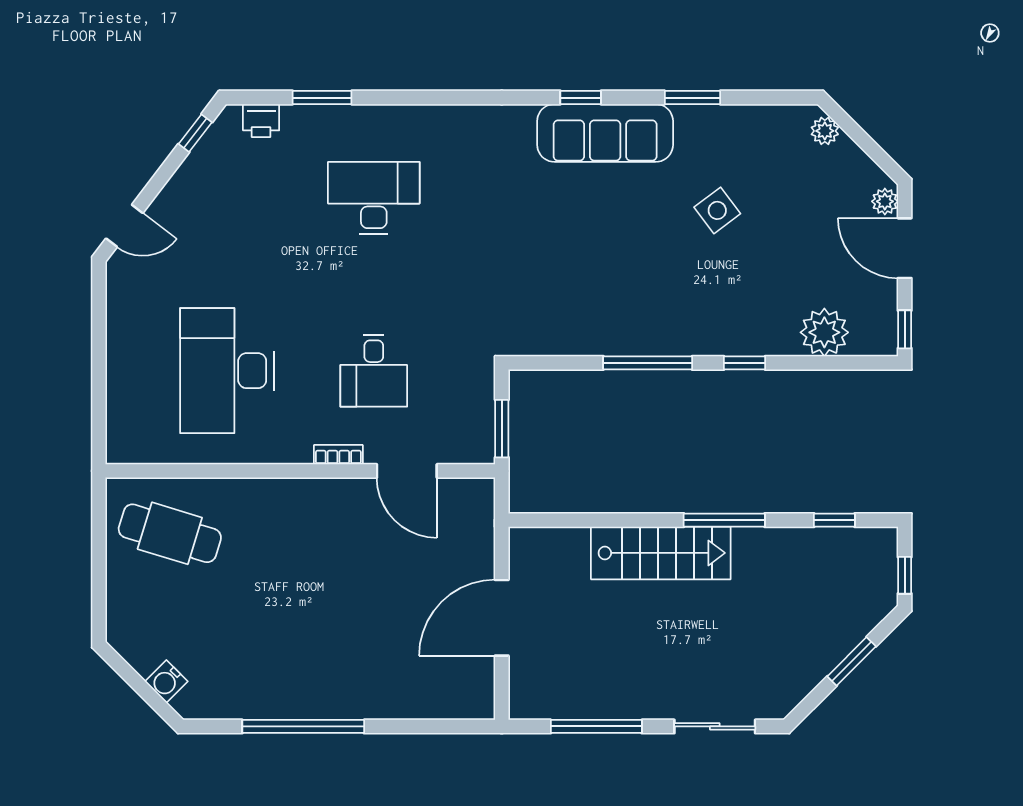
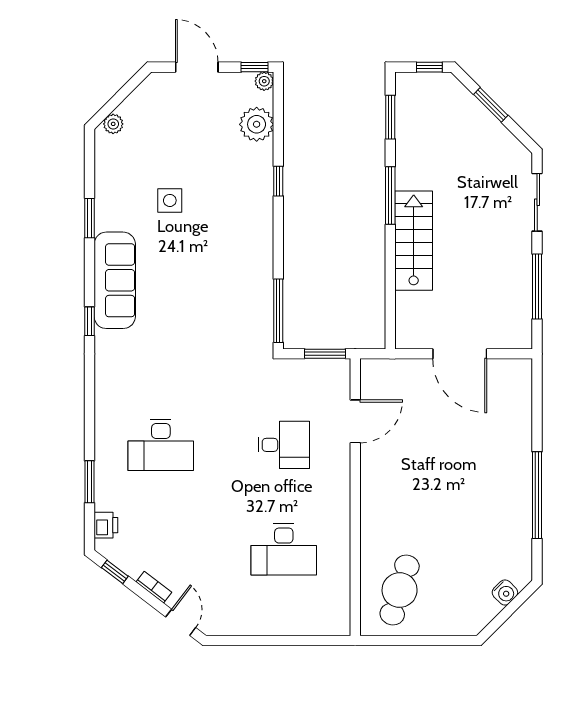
window: (581, 98) -> (89, 321), moved
desk: (374, 198) -> (161, 445), turned -90
plant: (885, 201) -> (264, 81), moved
side table: (717, 210) -> (170, 200), turned 37
door: (905, 248) -> (197, 67), swing flipped
window: (648, 363) -> (278, 311), moved
desk: (227, 371) -> (284, 549), width x0.73, depth x0.77
bookcase: (338, 455) -> (154, 587), moved, turned 127
window: (834, 520) -> (390, 117), width x1.50

